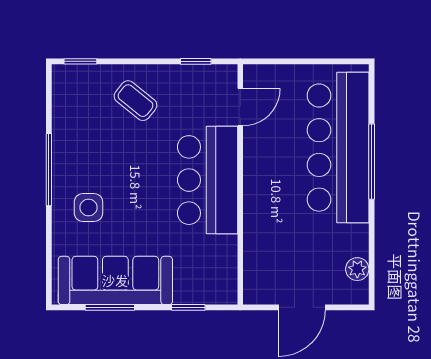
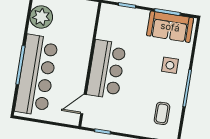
coffee table: (136, 101) -> (162, 113), moved, turned 51
plant: (357, 269) -> (41, 17), width x1.88, depth x1.88
sofa: (115, 280) -> (170, 27), width x0.73

